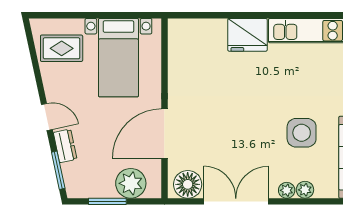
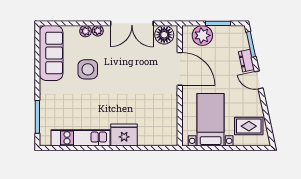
door: (164, 134) -> (180, 69), hinge flipped

